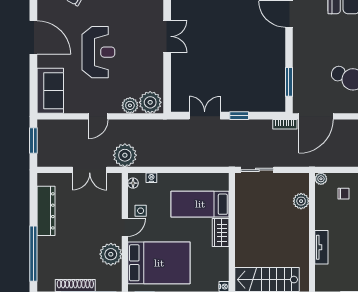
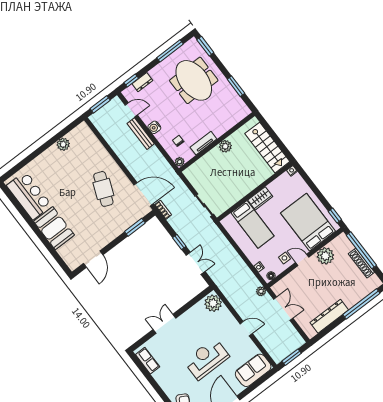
plant: (130, 105) -> (225, 314), removed
double door: (205, 116) -> (196, 263), swing flipped
plant: (125, 155) -> (261, 291), width x0.53, depth x0.53
plant: (301, 201) -> (225, 146), moved
tv unit: (321, 247) -> (203, 143), moved

